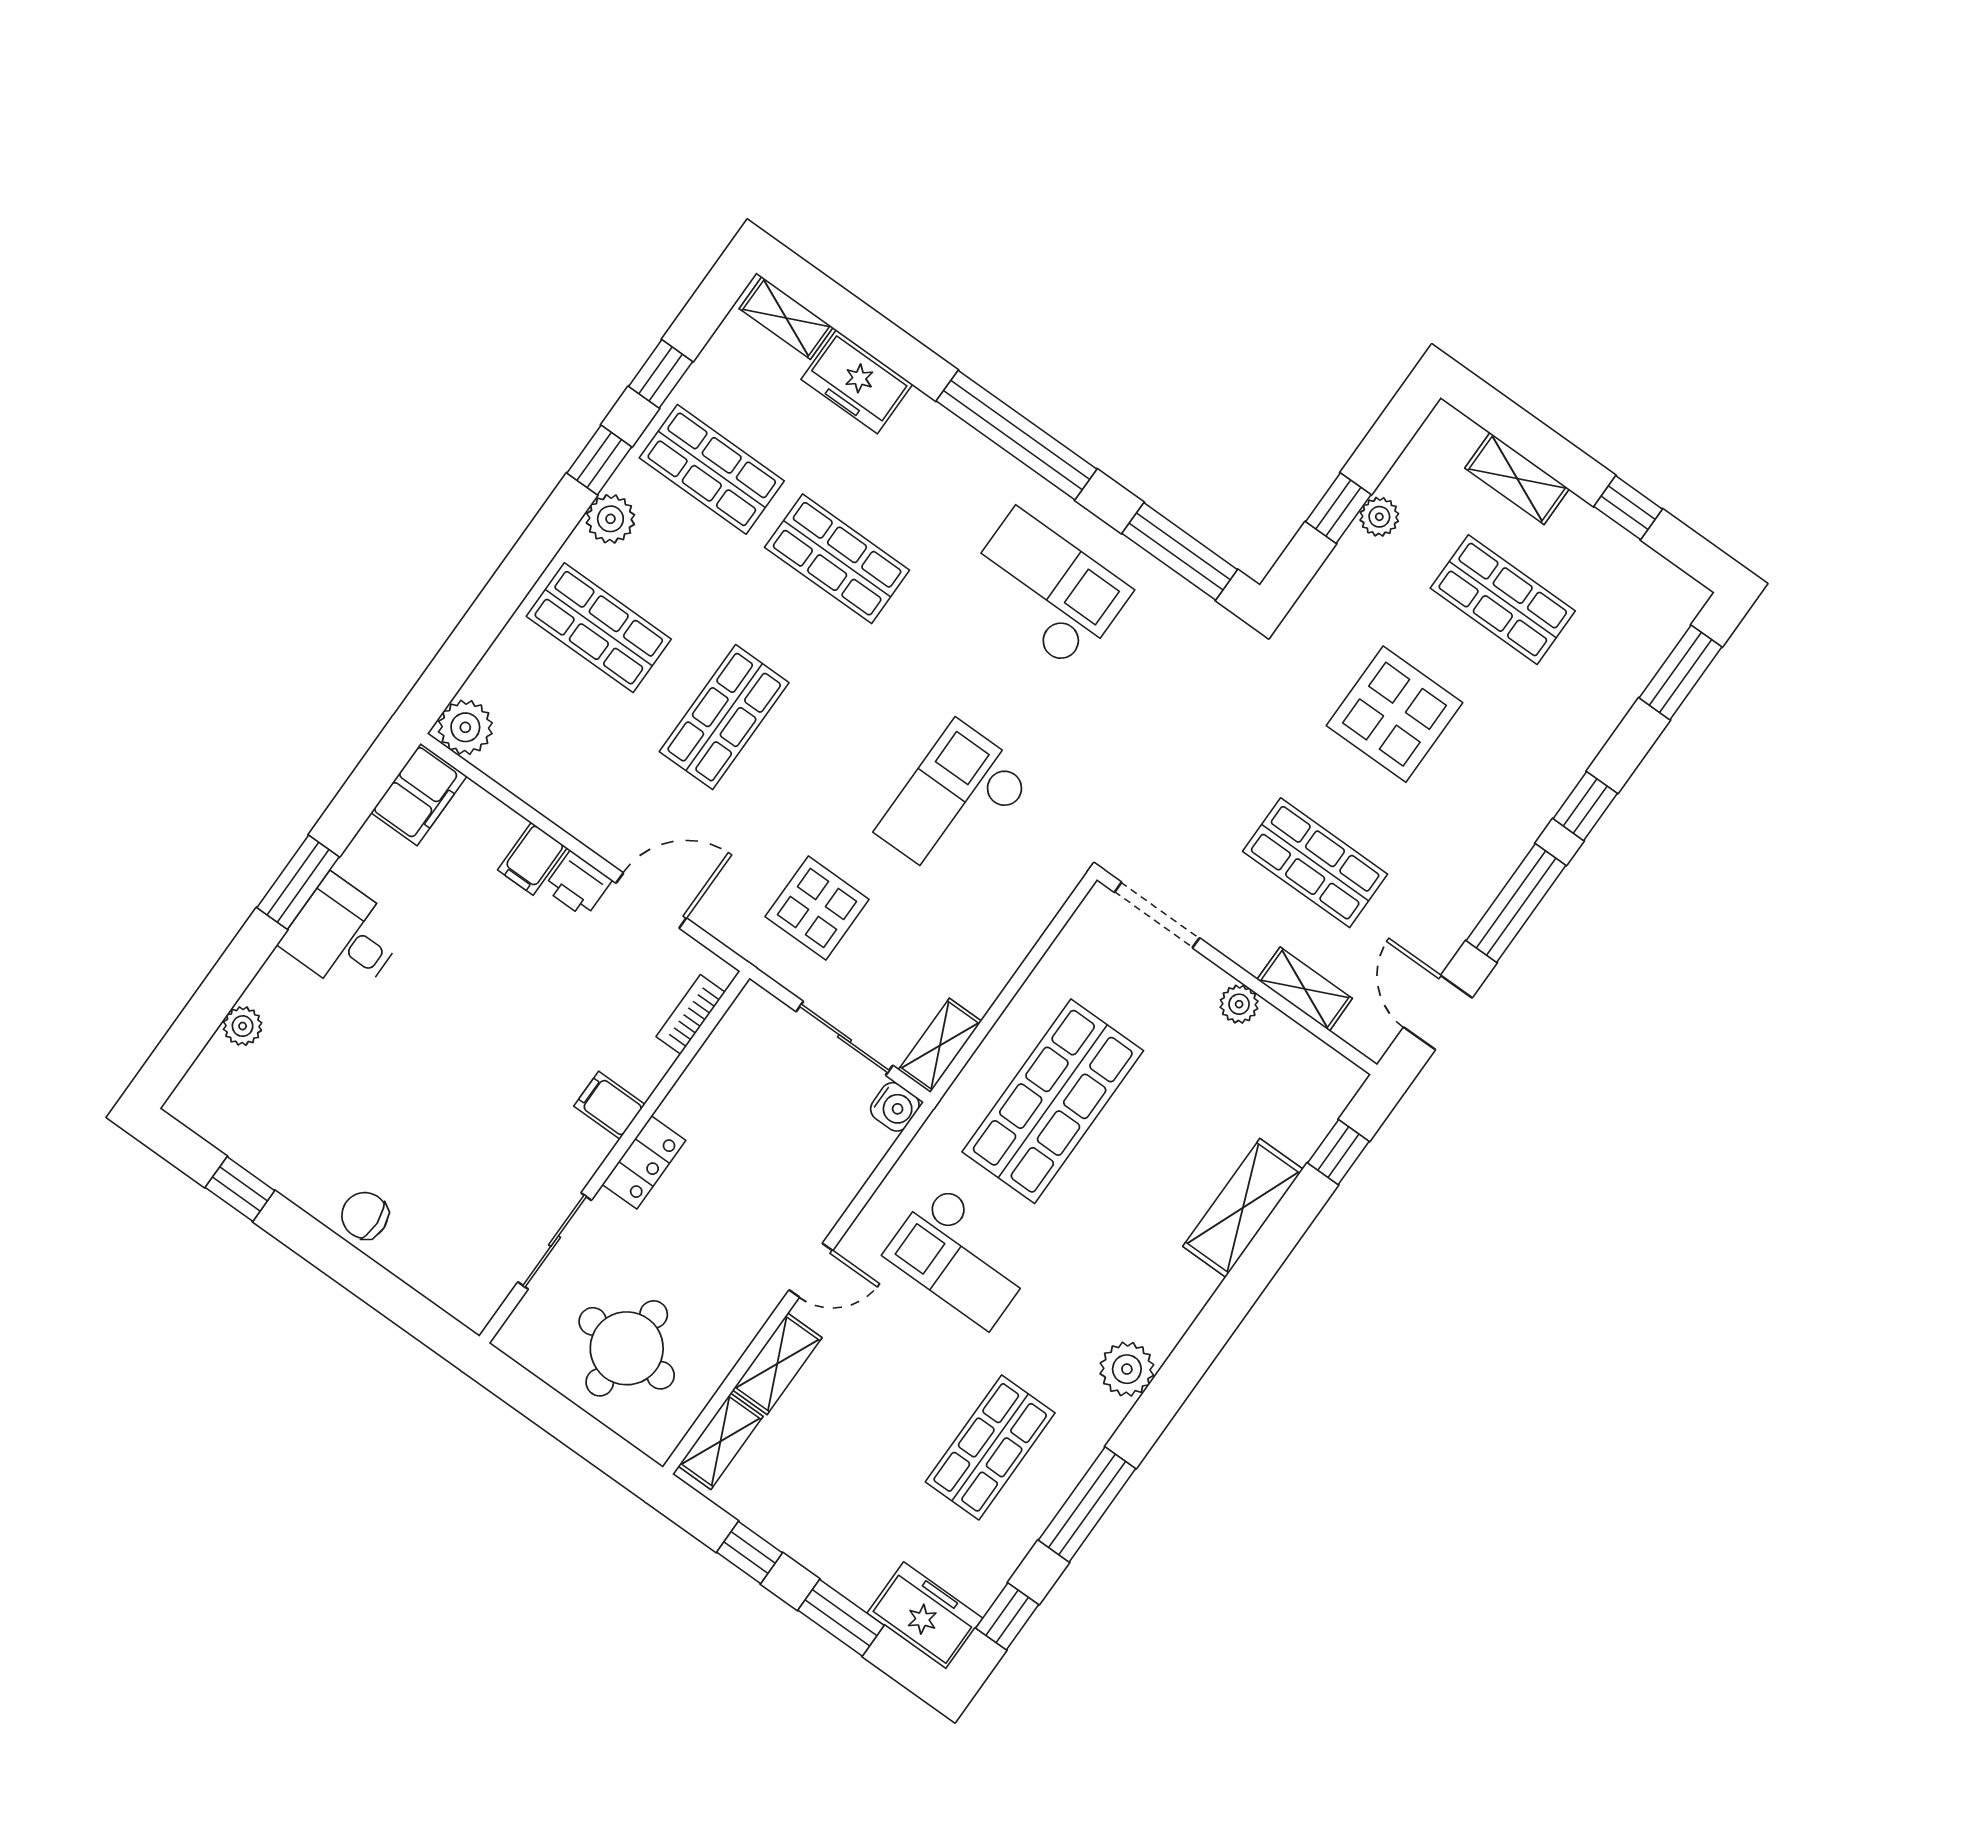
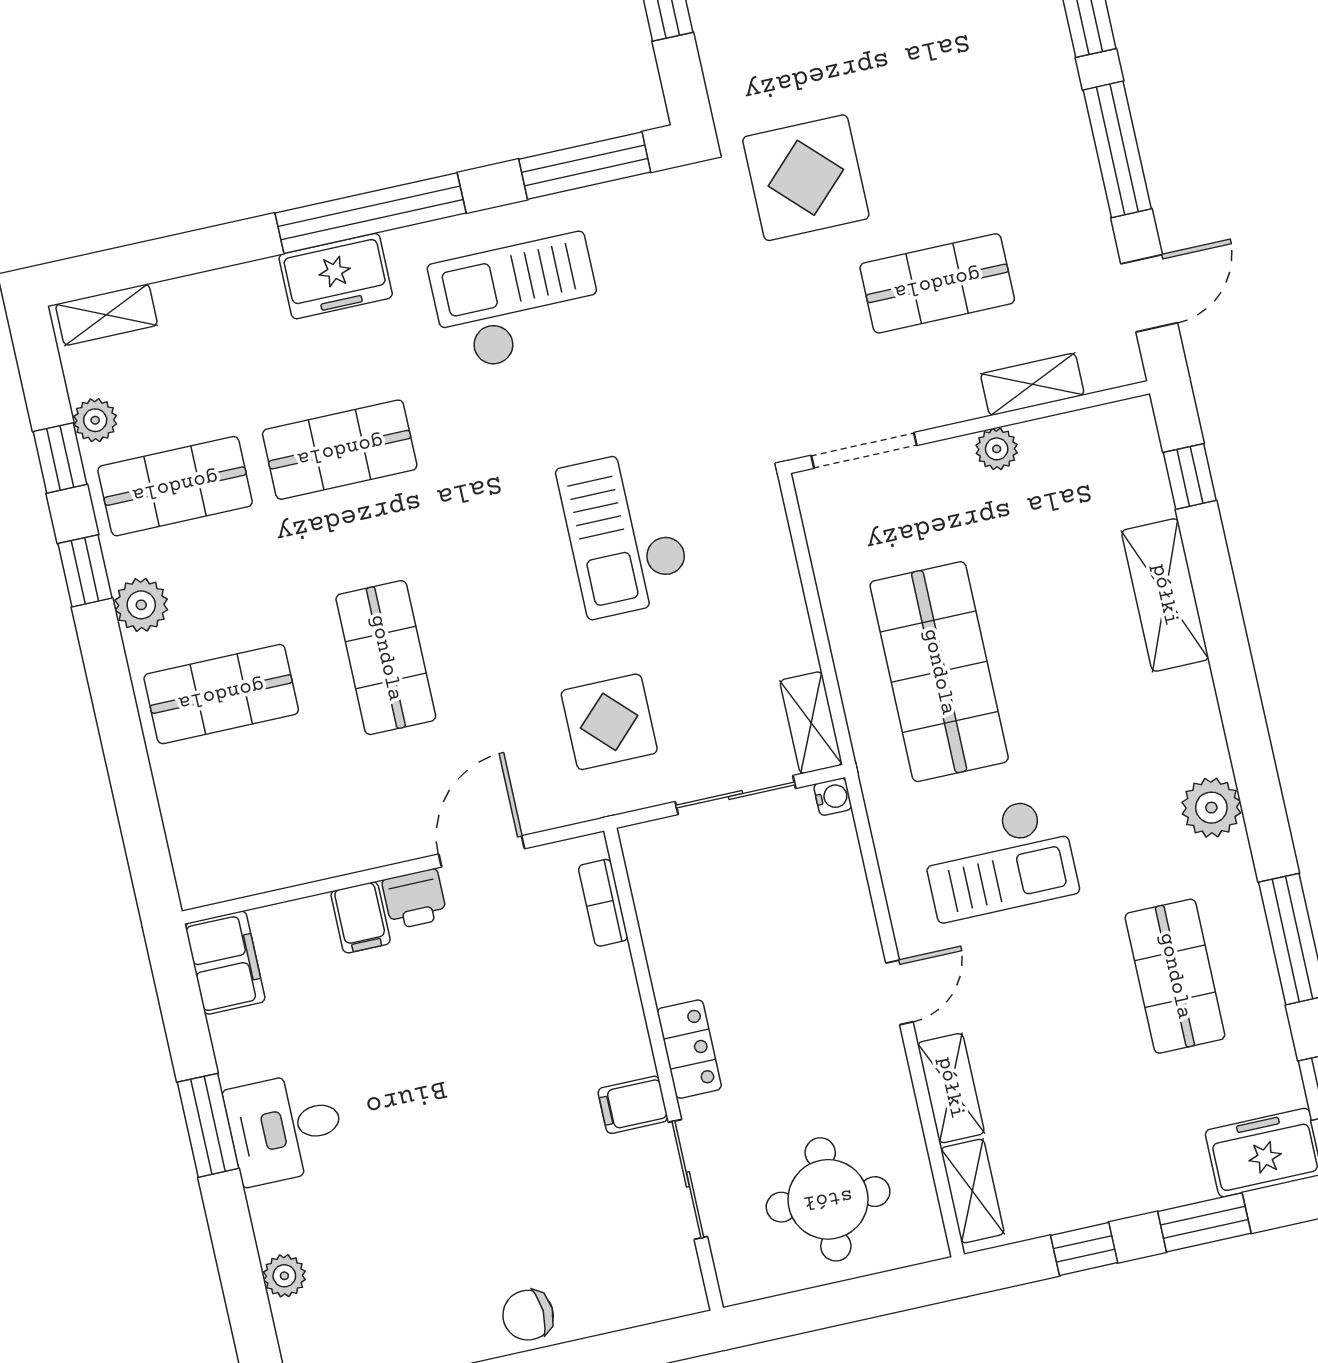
freezer: (857, 382) -> (336, 276), moved
display table: (1394, 714) -> (806, 178), moved
plant: (465, 727) -> (95, 420), moved, width x0.73, depth x0.73
door: (1438, 1012) -> (1149, 293), swing flipped
filing cabinet: (609, 1105) -> (633, 1105), moved
water cooler: (895, 1107) -> (833, 797), width x0.72, depth x0.72

